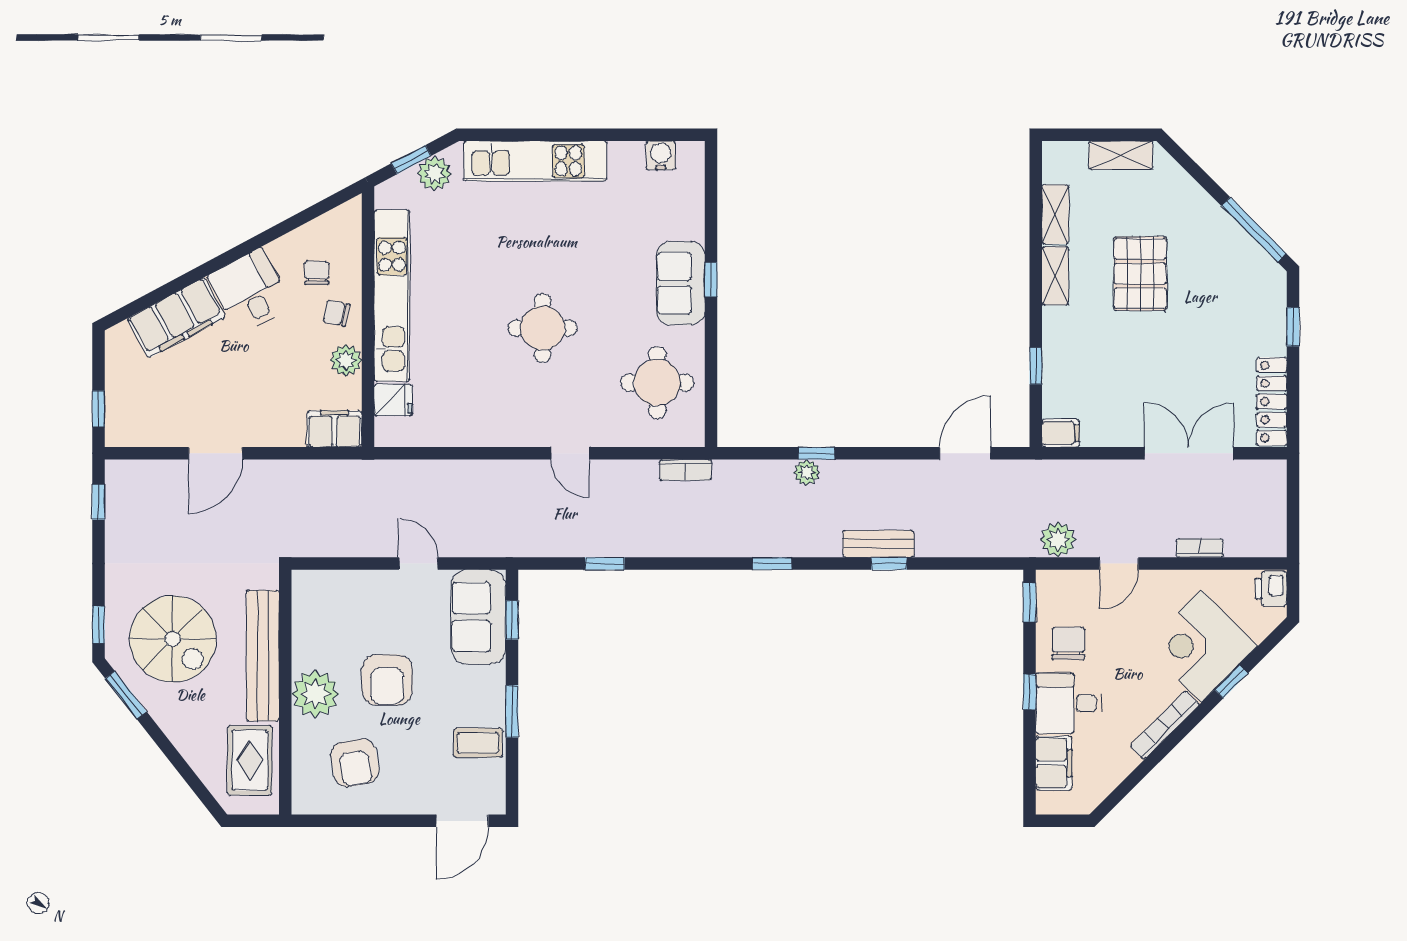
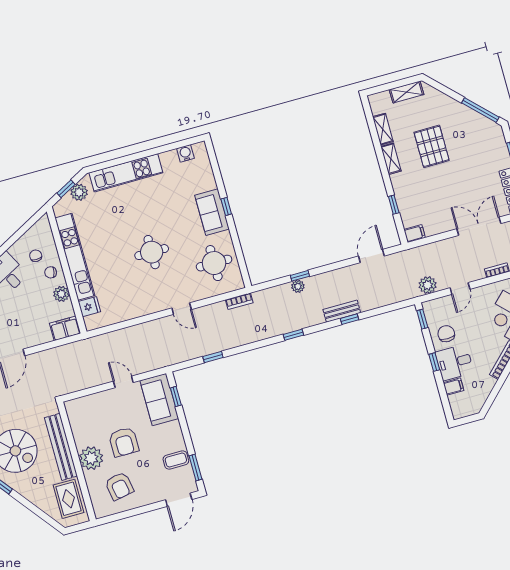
window: (512, 711) -> (196, 468), moved
filing cabinet: (1054, 763) -> (453, 387), width x0.50

